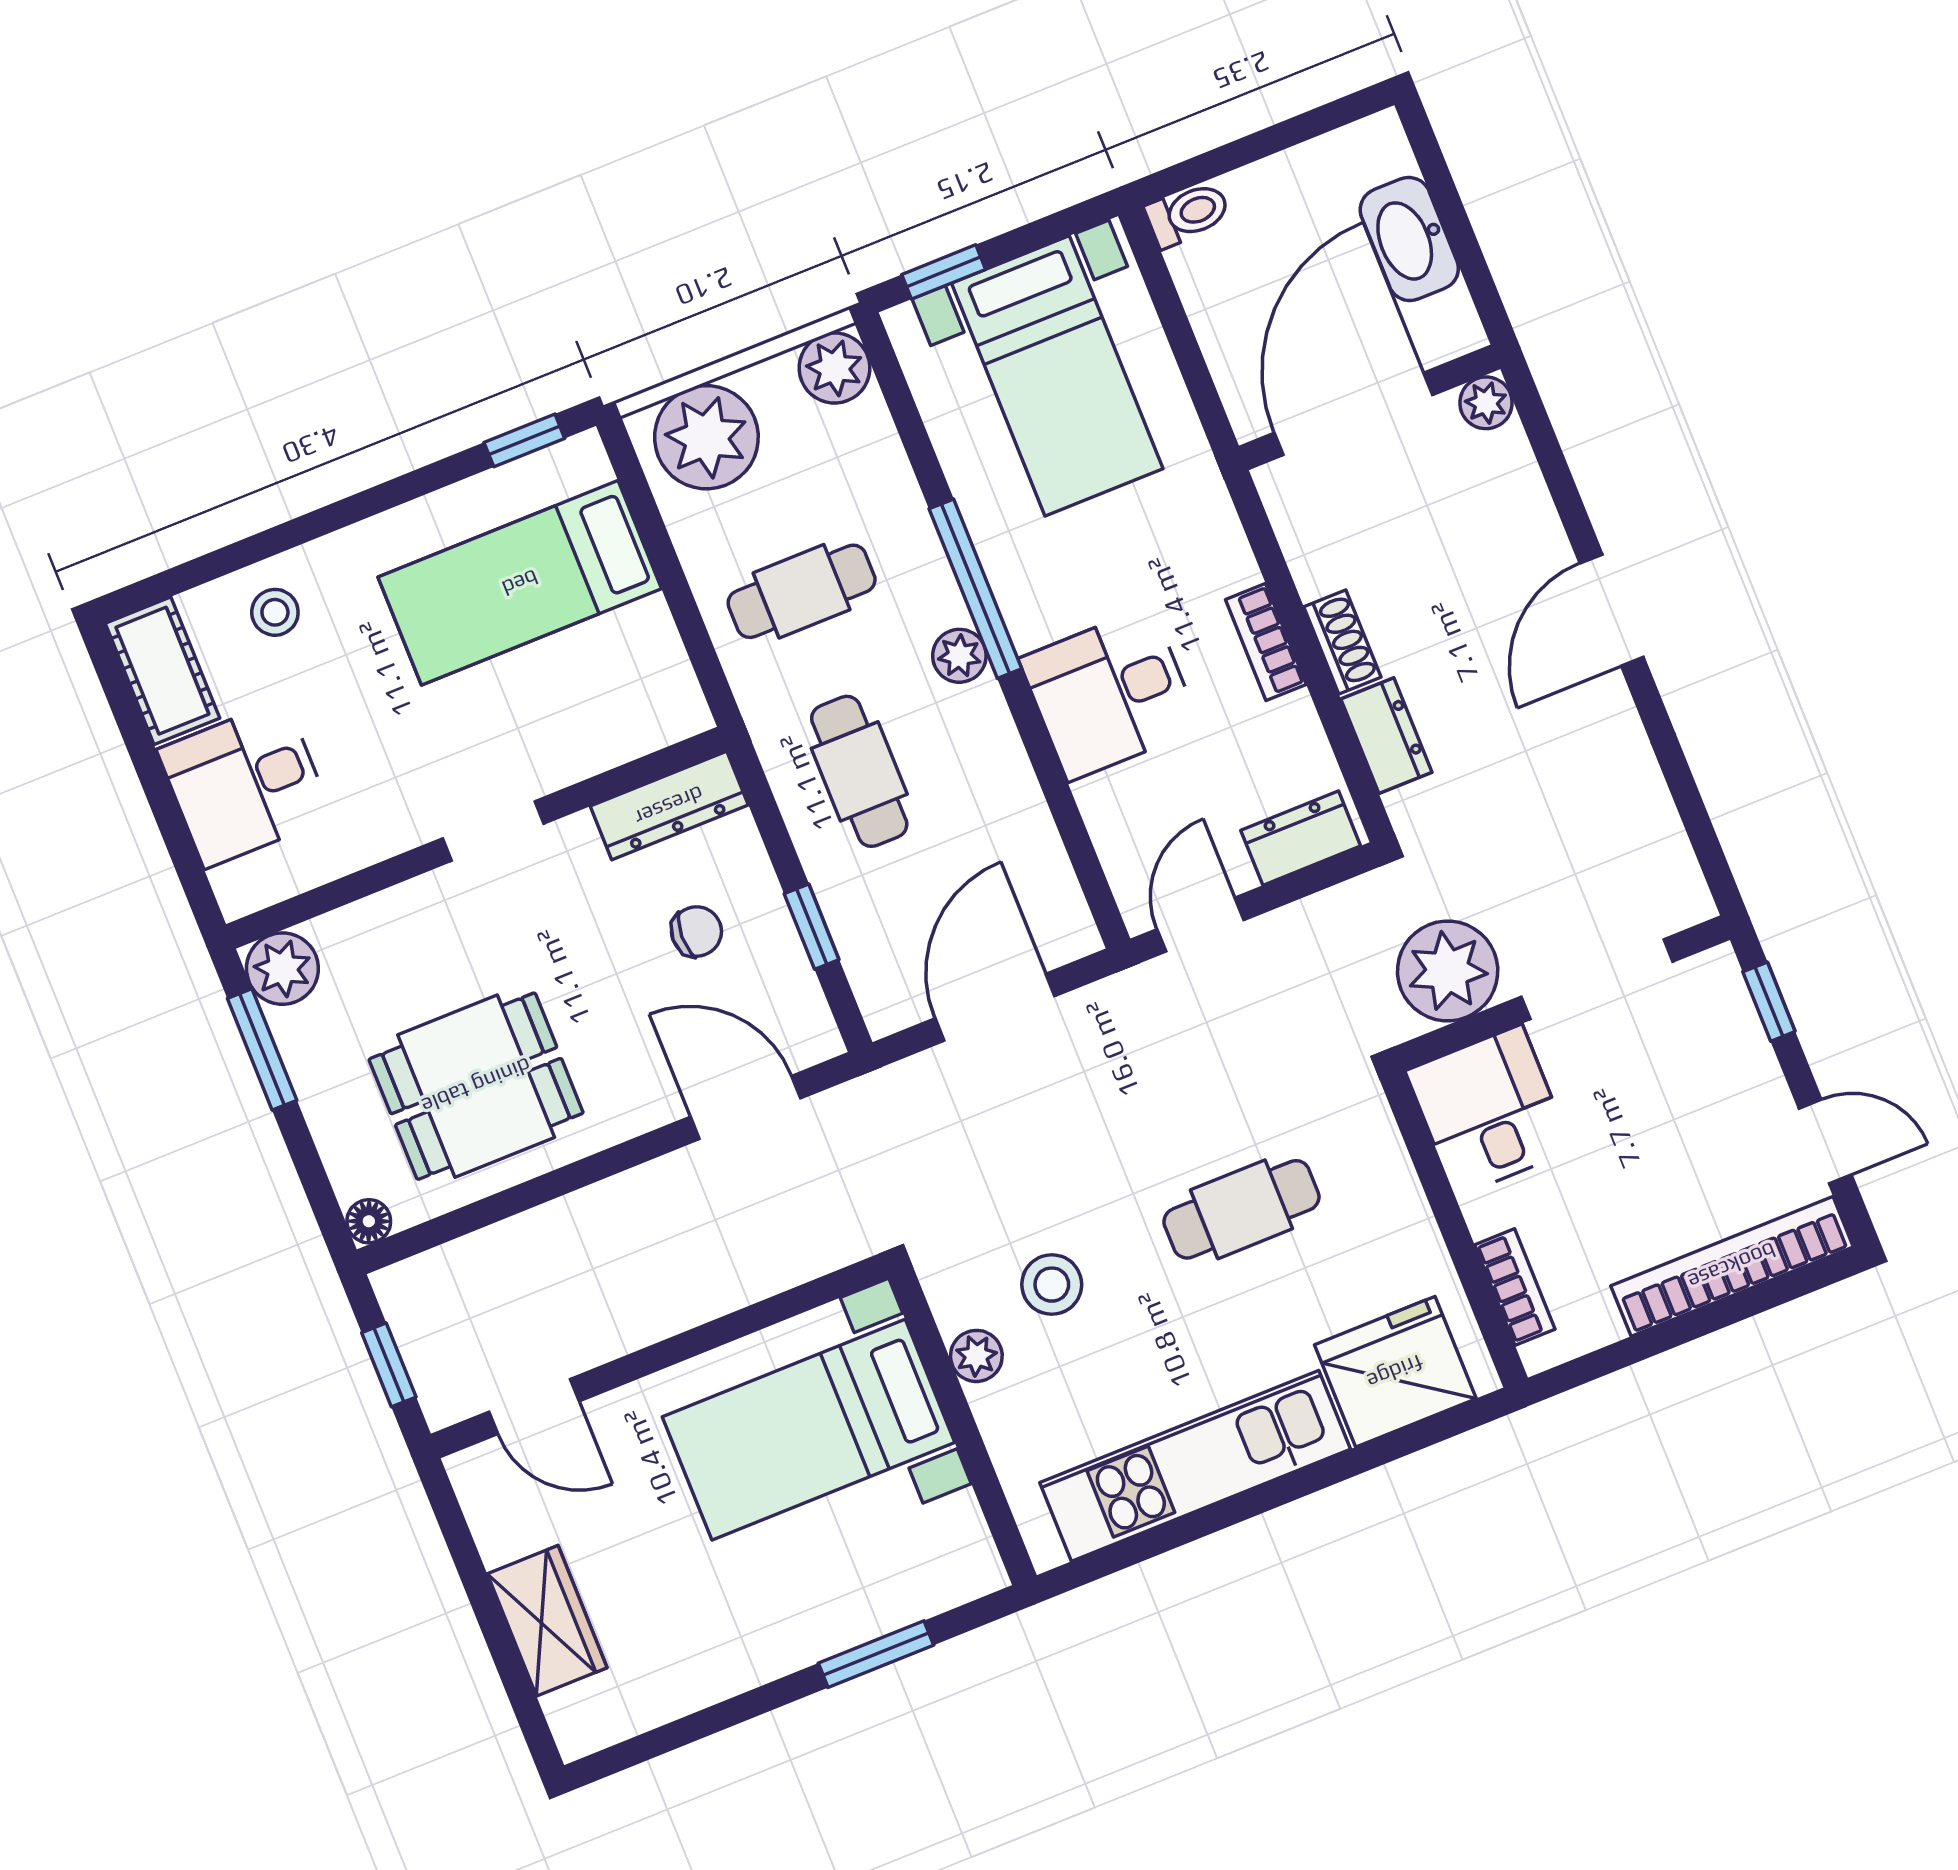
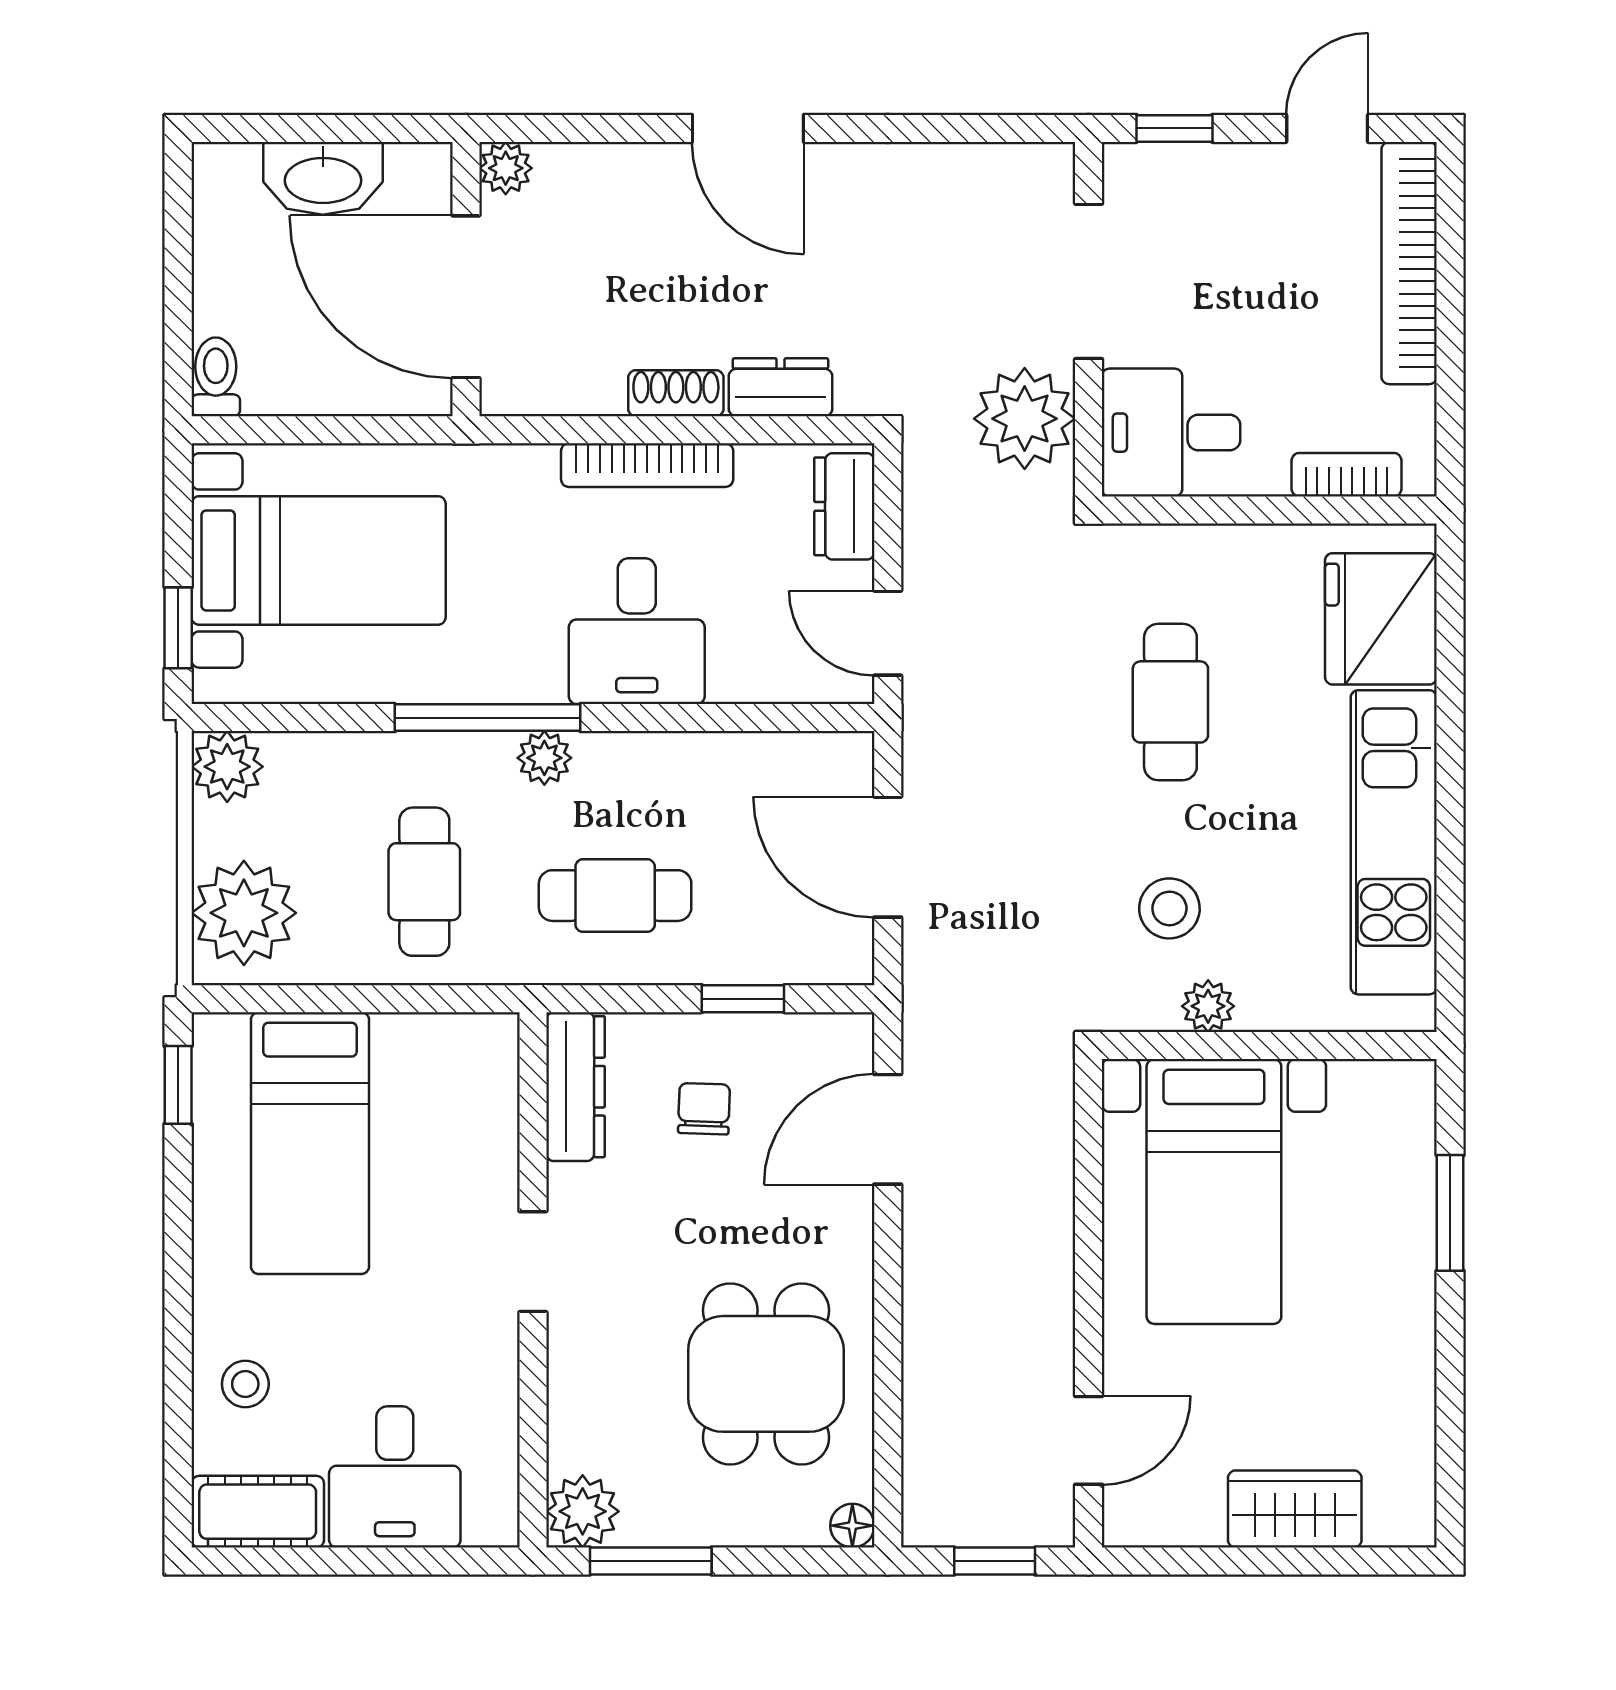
bookcase: (1266, 642) -> (647, 465), width x1.56

